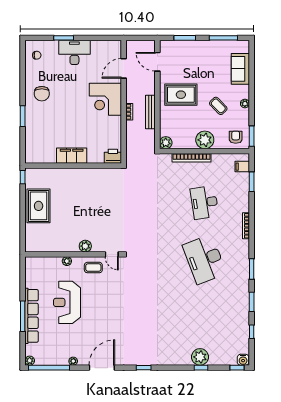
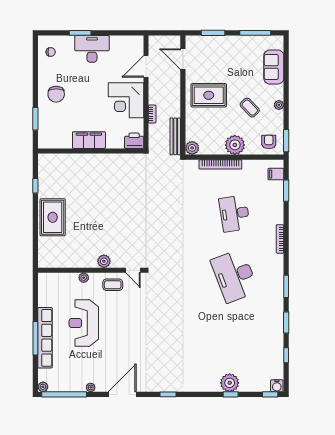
bench: (150, 112) -> (175, 136), moved
filing cabinet: (72, 156) -> (89, 140), moved
printer: (113, 156) -> (134, 141), moved
wall: (73, 166) -> (91, 151), moved

